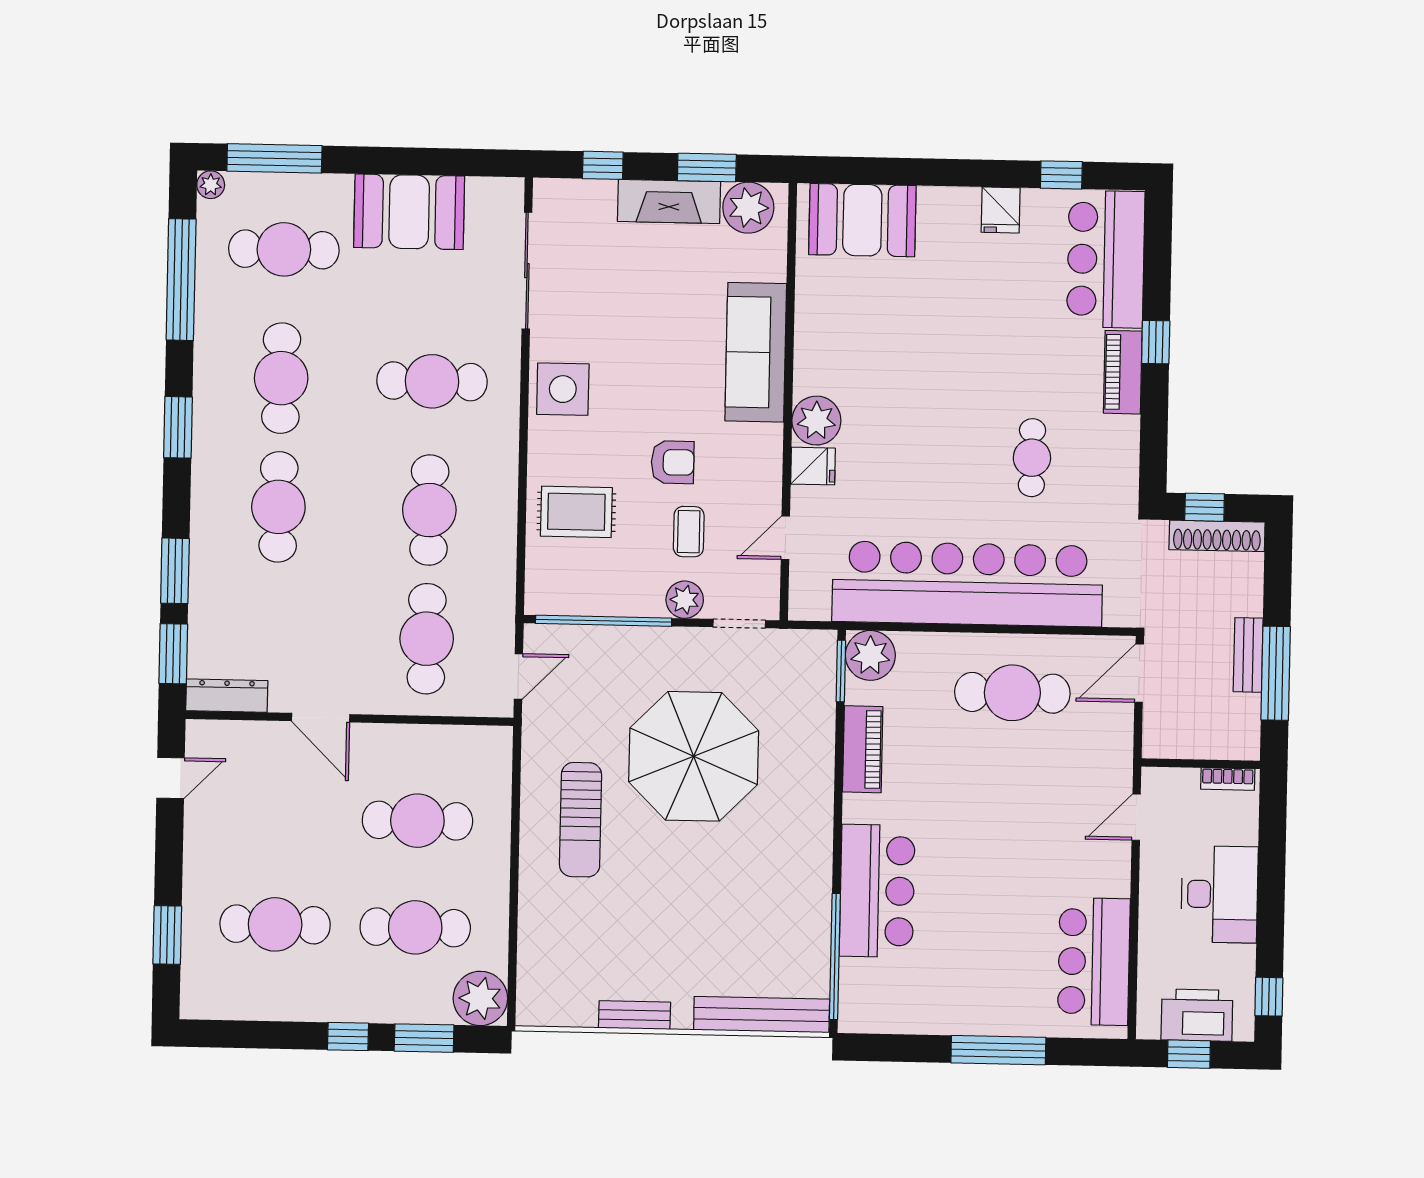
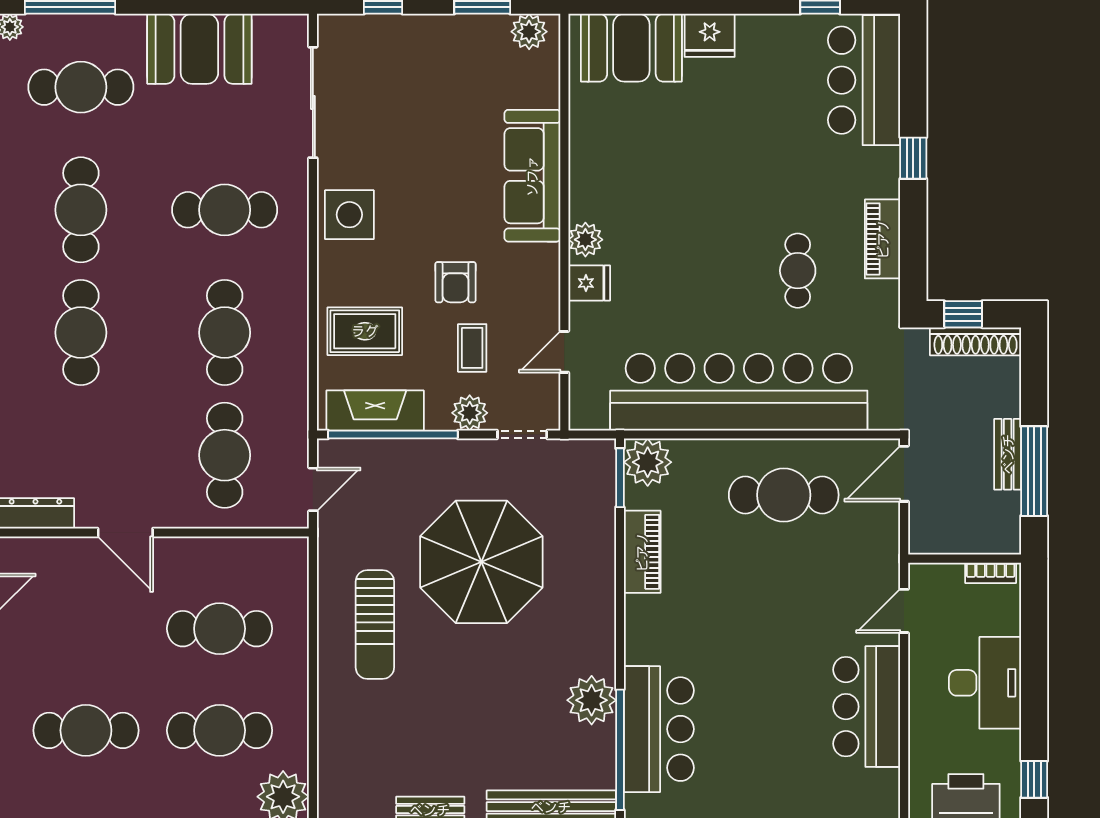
fireplace: (669, 201) -> (375, 411), moved, turned 180
plant: (748, 208) -> (529, 32), width x0.73, depth x0.73
fridge: (1001, 210) -> (710, 35), moved, width x1.38
piano: (1123, 372) -> (883, 239), moved
plant: (816, 421) -> (585, 240), width x0.73, depth x0.73
armchair: (673, 462) -> (455, 282), turned 90
bar counter: (877, 891) -> (659, 729), moved
plant: (806, 904) -> (592, 700), added
bar counter: (1094, 962) -> (867, 707), moved

